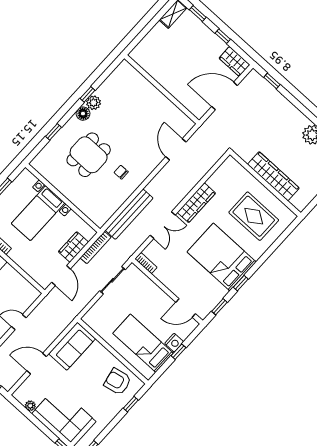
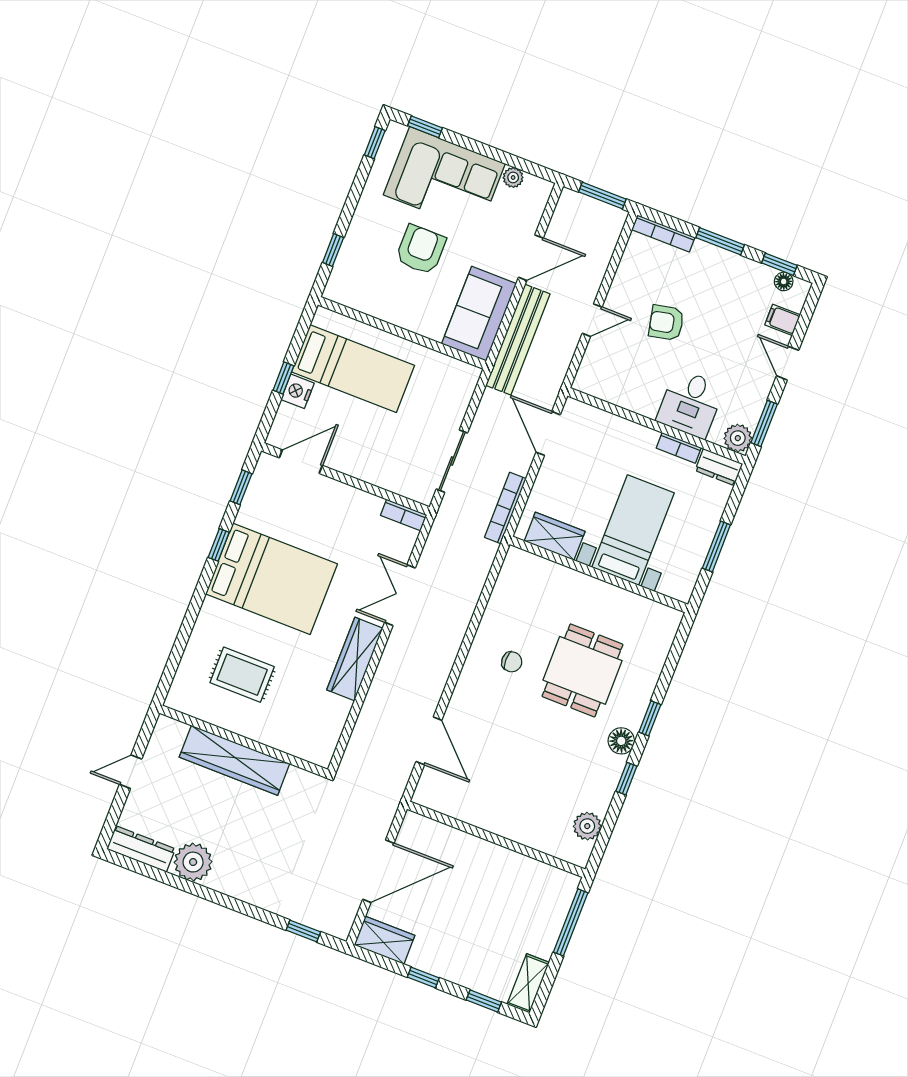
window: (141, 35) -> (571, 922), added
plant: (94, 103) -> (587, 826), moved
window: (53, 132) -> (650, 718), moved
bench: (129, 214) -> (518, 340), moved
rug: (254, 216) -> (242, 675), width x0.73, depth x0.70
wardrobe: (73, 247) -> (555, 536), moved, turned -90
armchair: (118, 382) -> (421, 250), moved, turned -78

